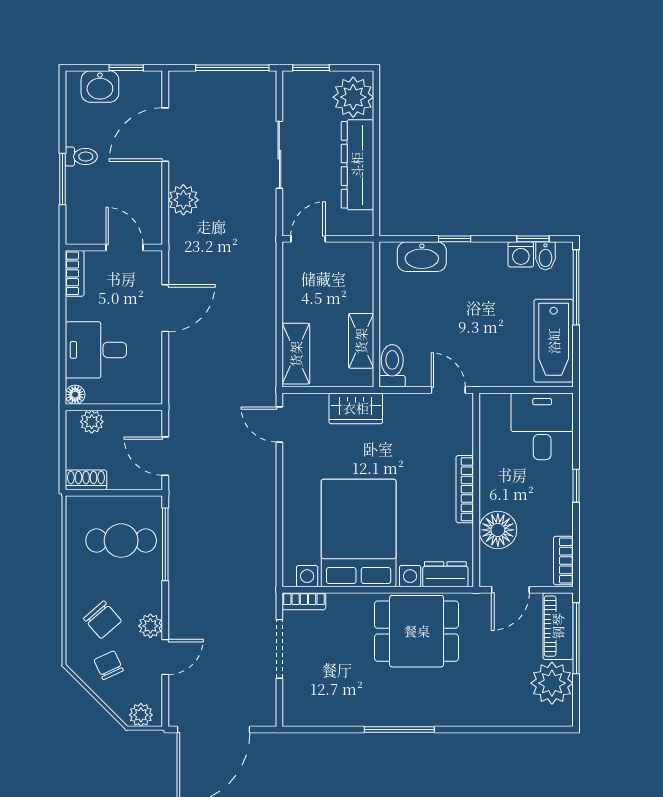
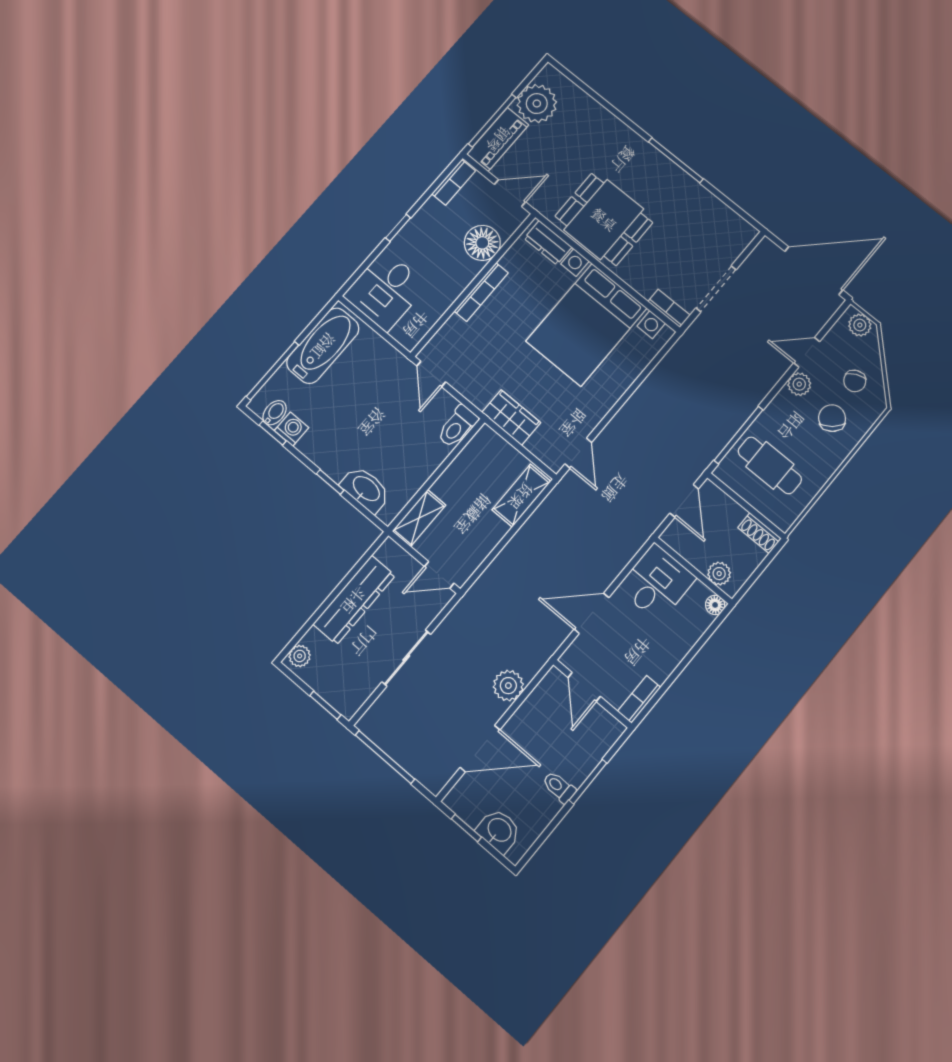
plant: (353, 97) -> (300, 656), width x0.53, depth x0.53
shelving: (361, 341) -> (419, 518), moved
desk: (96, 350) -> (657, 583), moved, turned -90

